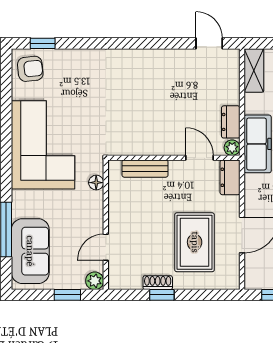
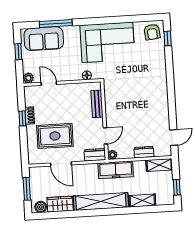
dresser: (231, 122) -> (144, 152), moved
window: (67, 295) -> (18, 52), moved

